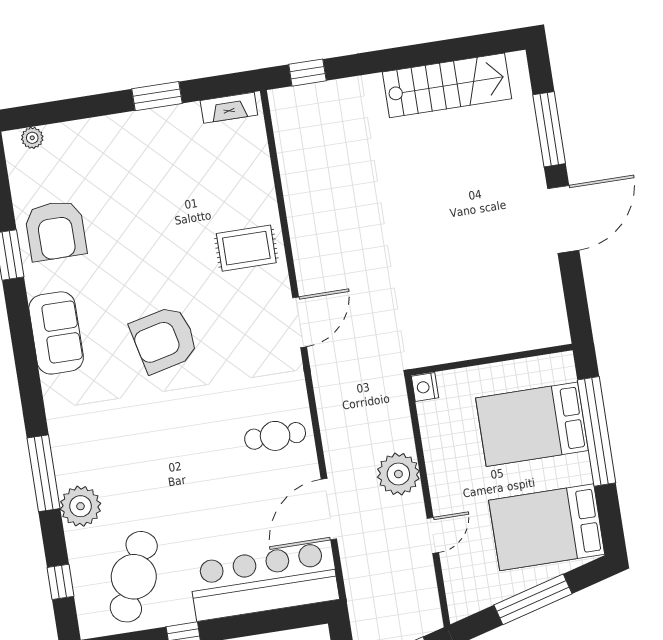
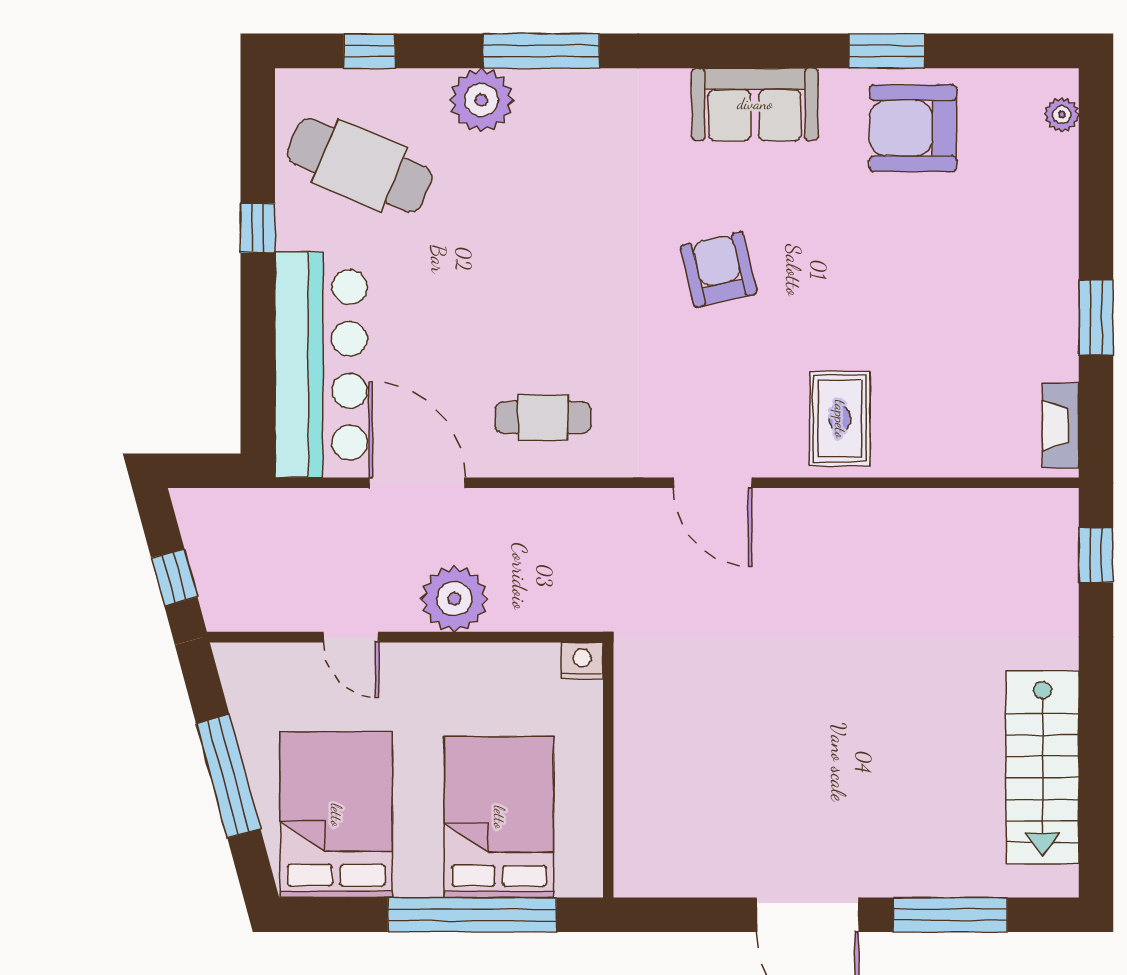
armchair: (164, 339) -> (719, 270), width x0.73, depth x0.73
cafe table: (275, 436) -> (543, 418), turned 90

